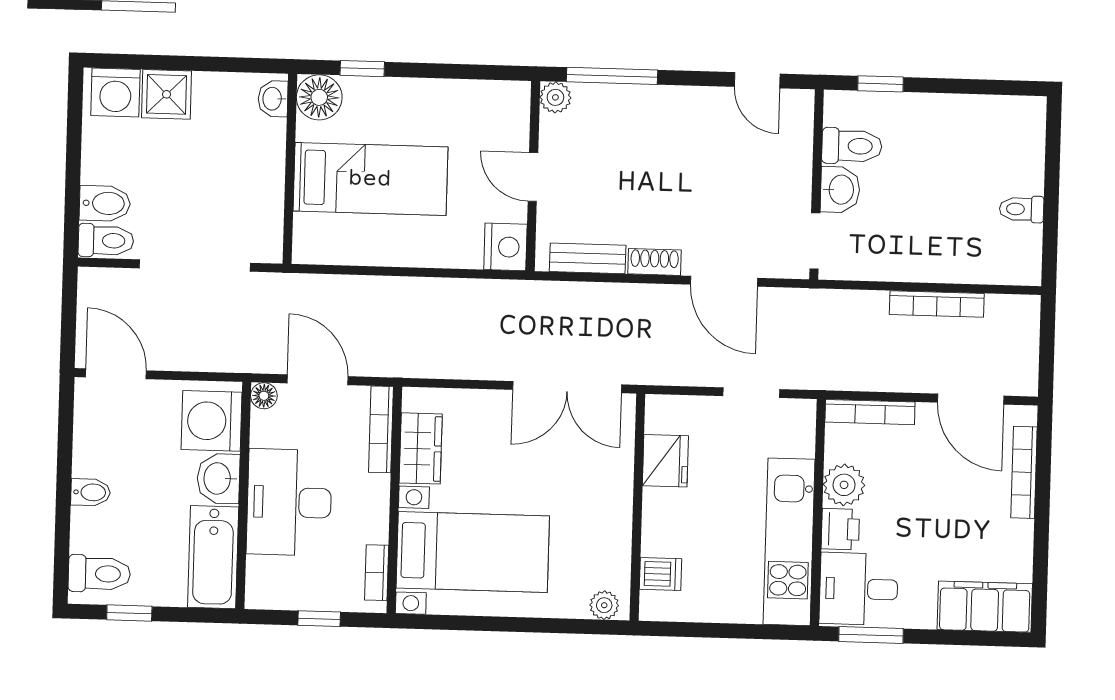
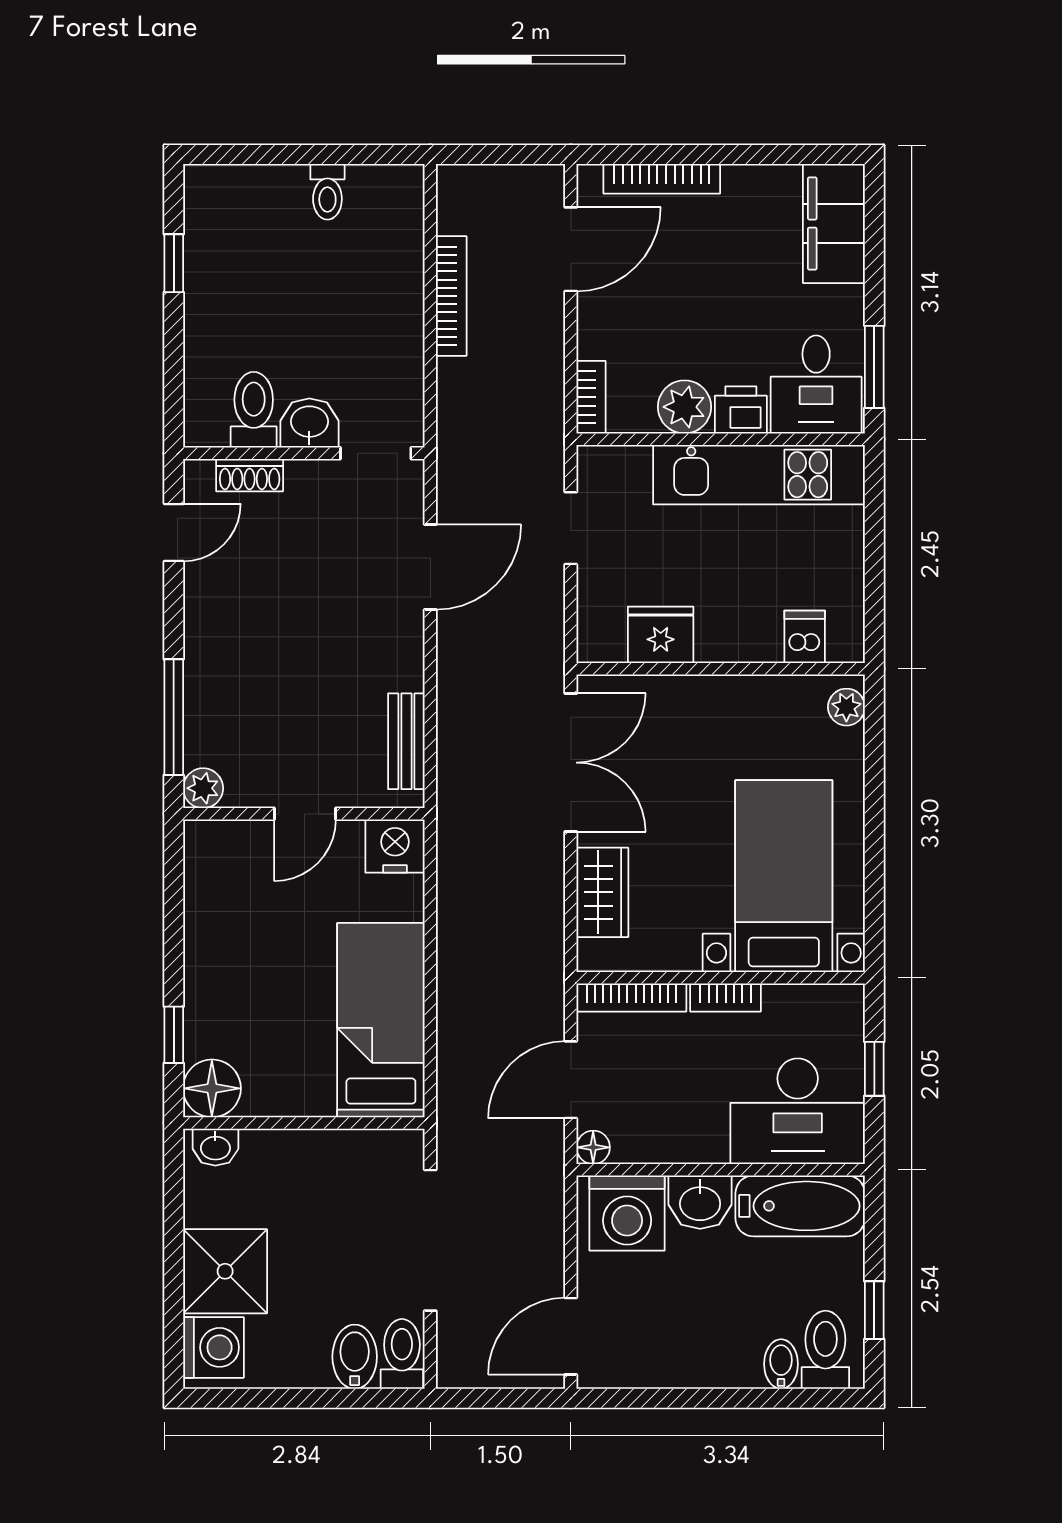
window: (881, 84) -> (174, 263), moved
shower: (167, 94) -> (225, 1271), width x1.36, depth x1.36
bed: (370, 179) -> (381, 1020), moved
shoe rack: (655, 262) -> (250, 475), moved, turned -90
bookcase: (870, 412) -> (591, 397), width x0.64
wardrobe: (421, 448) -> (602, 892), moved, turned 90
bidet: (90, 492) -> (781, 1364), moved
desk: (289, 502) -> (798, 1111), moved
bookcase: (377, 573) -> (726, 997), moved

